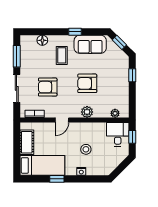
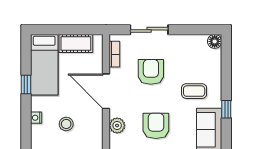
floor lamp: (42, 40) -> (215, 41), moved
window: (17, 56) -> (193, 30), removed
door: (62, 120) -> (106, 91), width x1.87

